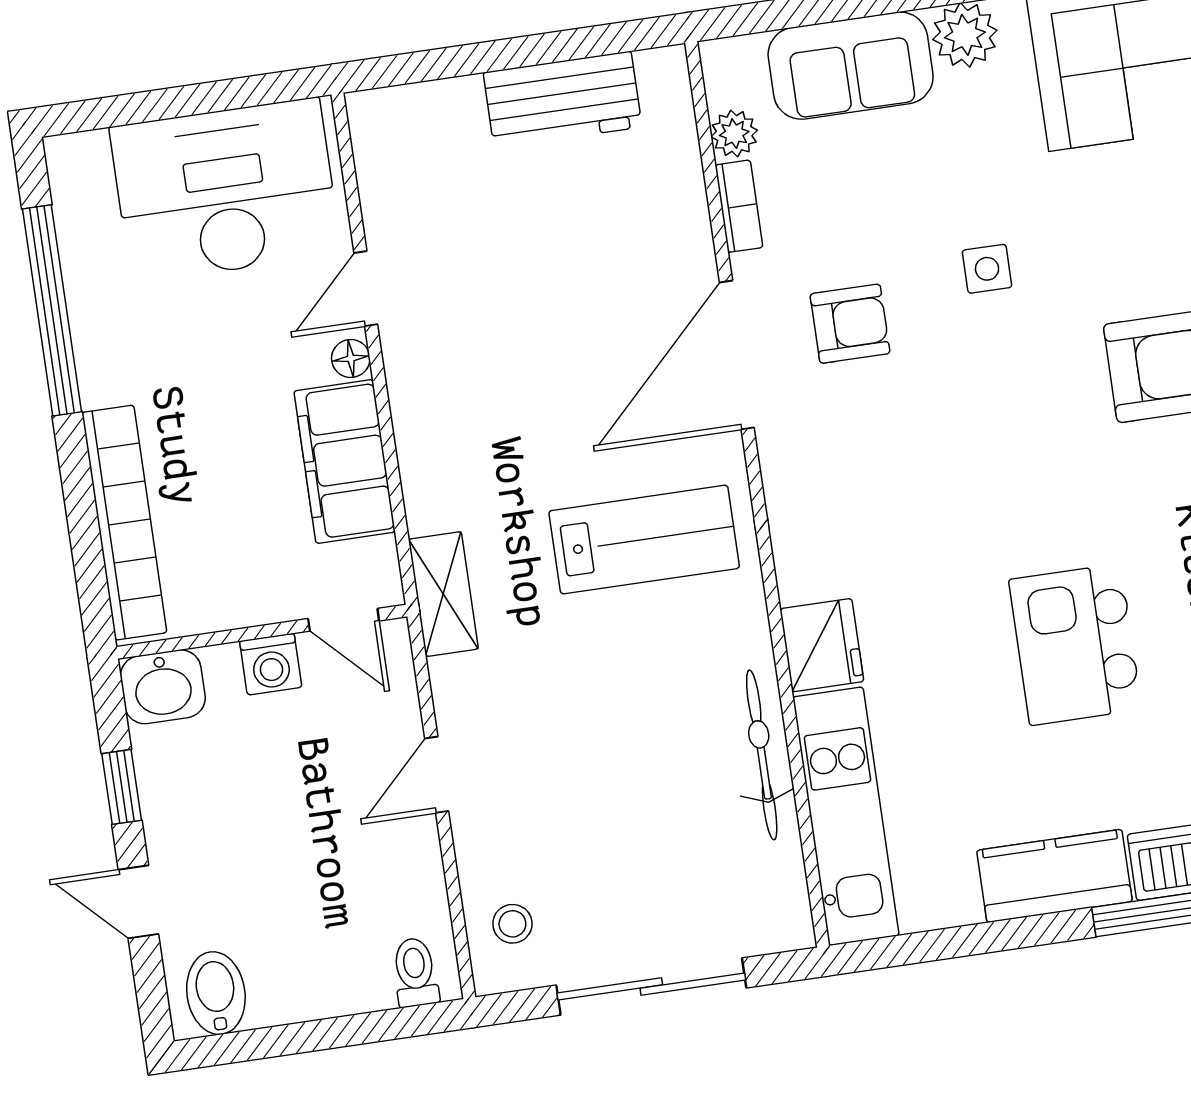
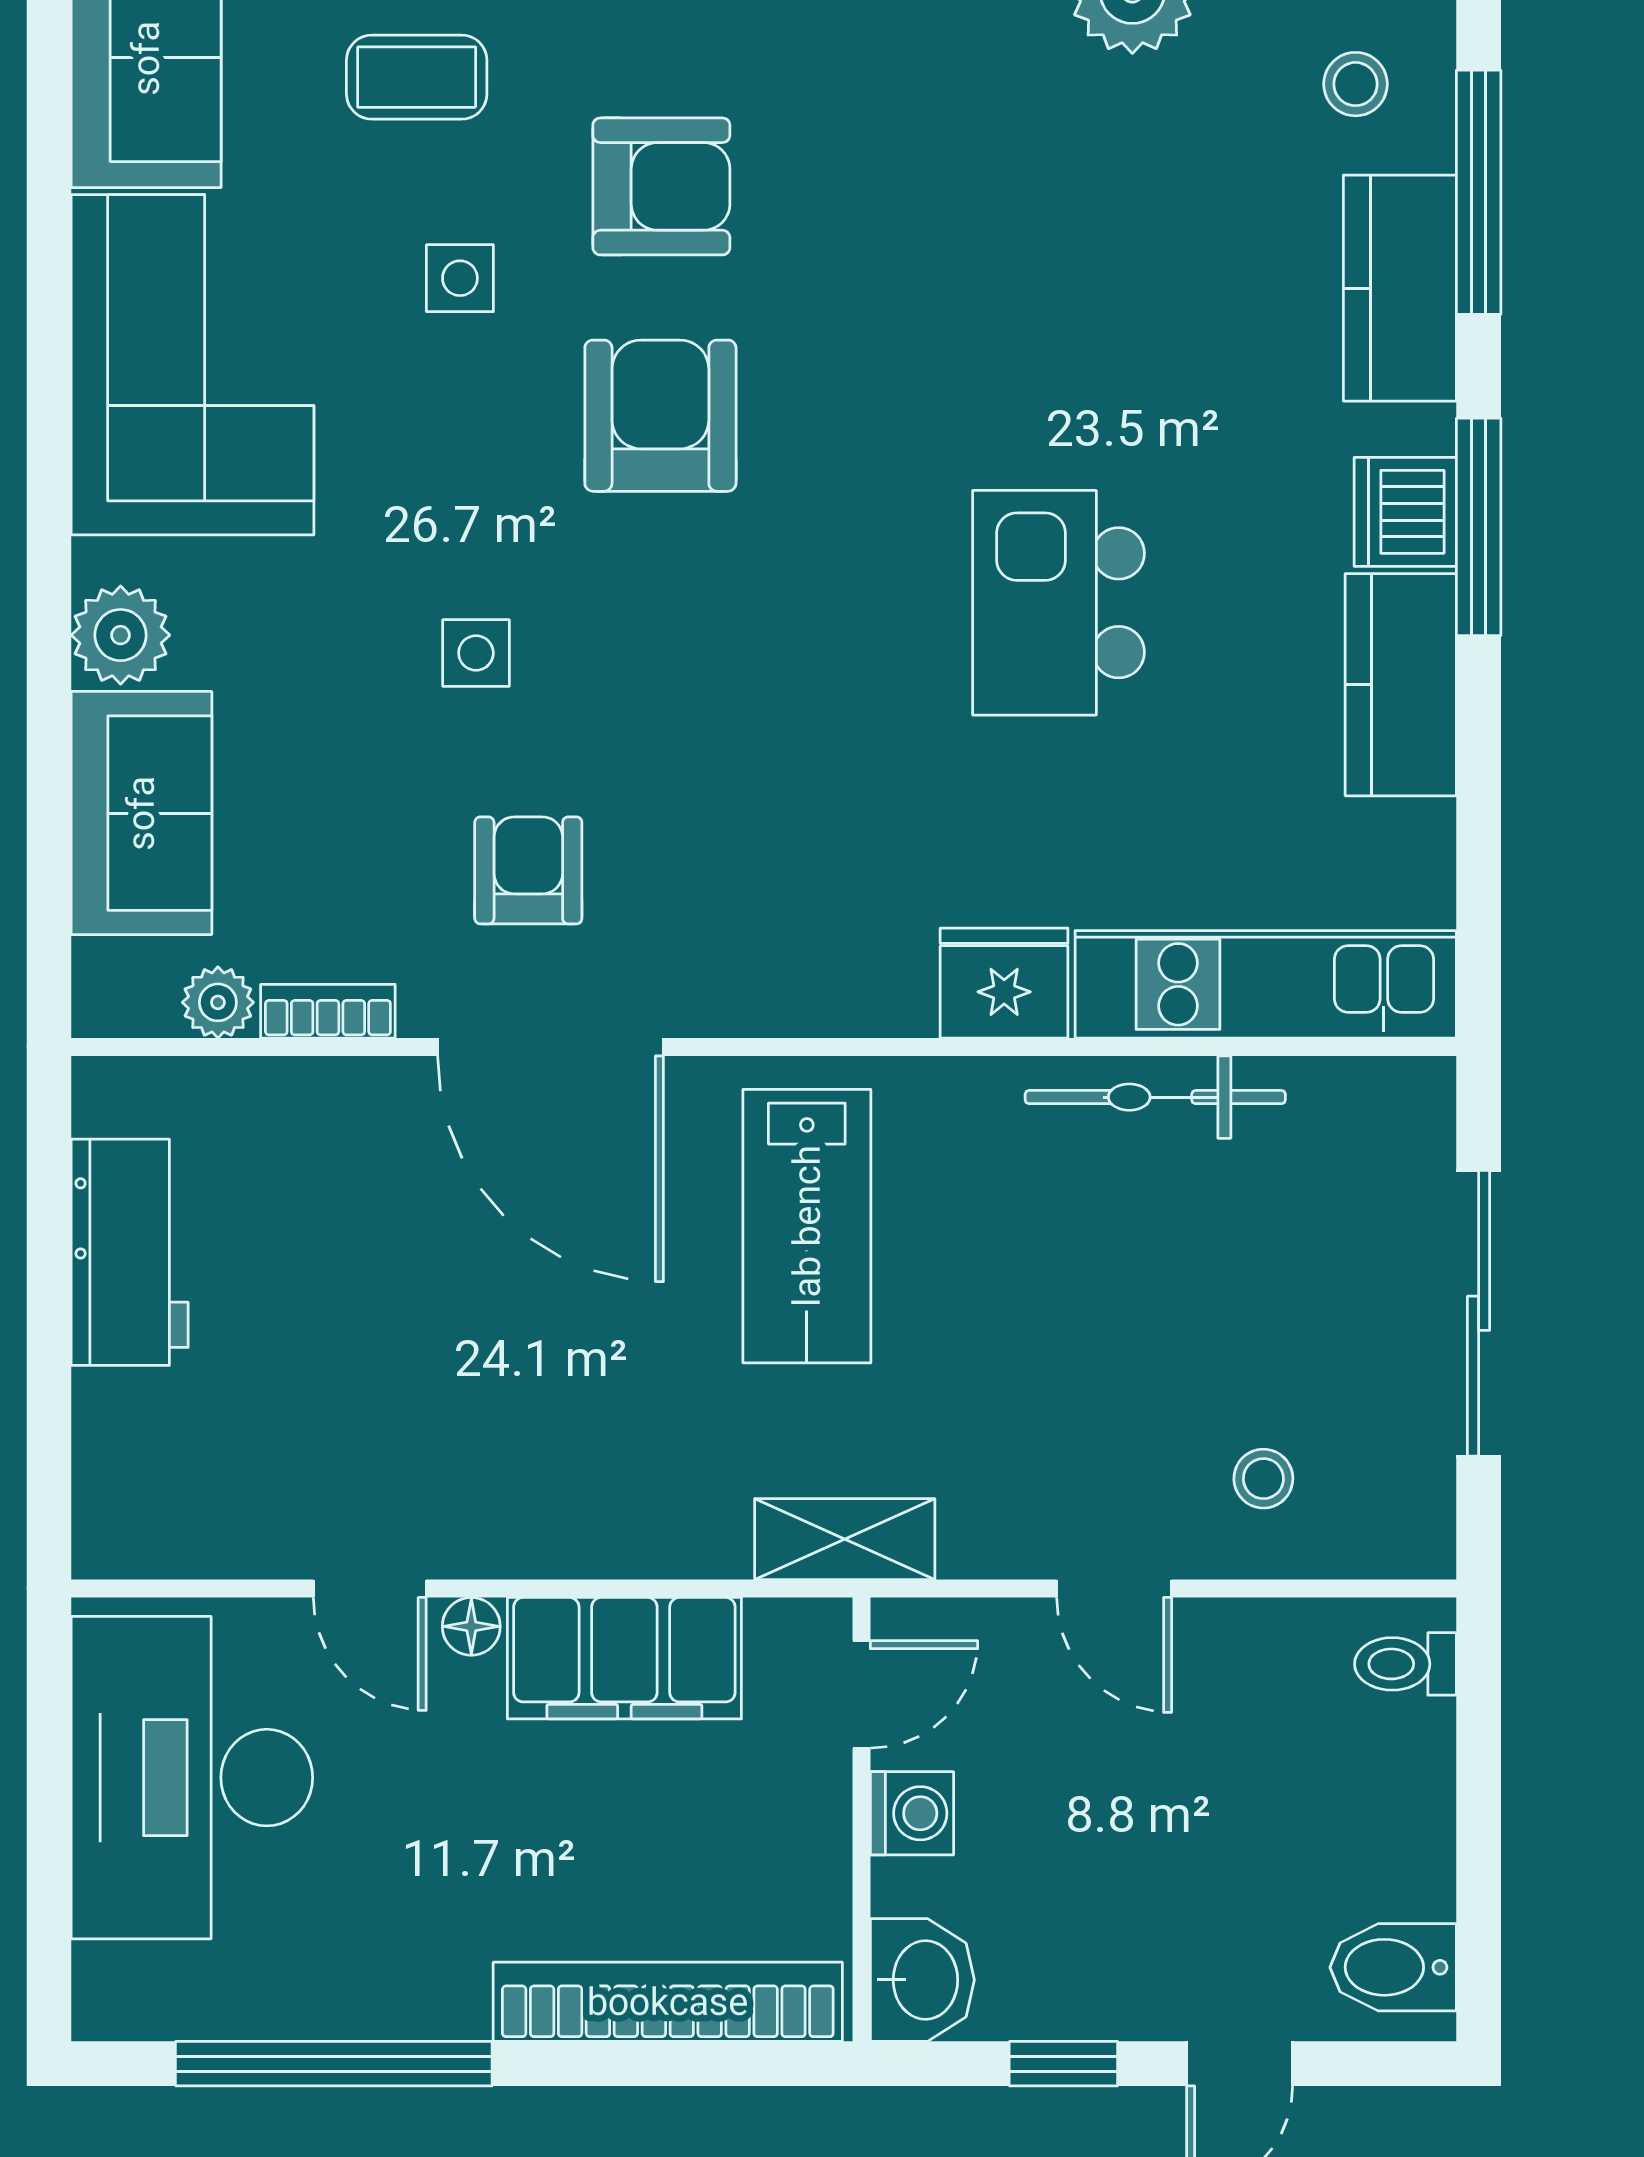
lab bench: (644, 540) -> (807, 1226), turned 180
kitchen island: (1075, 645) -> (1059, 603), turned 90
stool: (512, 924) -> (1263, 1479), moved

